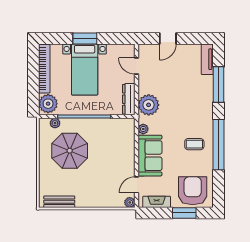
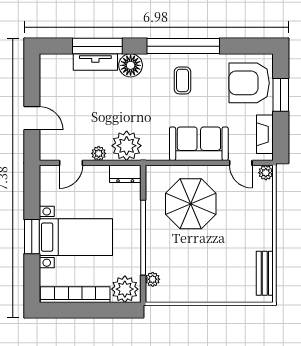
tv unit: (207, 59) -> (95, 62), moved
dresser: (129, 99) -> (125, 174), width x0.70
floor lamp: (205, 108) -> (131, 65), added
plant: (143, 129) -> (99, 153), moved
parasol: (70, 151) -> (191, 204), moved

